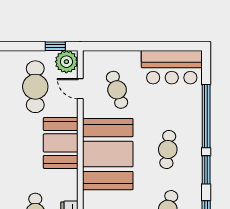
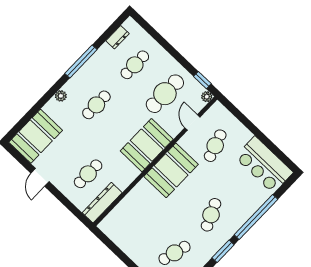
plant: (66, 62) -> (207, 97), width x0.53, depth x0.53
cafe table: (168, 150) -> (211, 215), turned -30
booth: (108, 154) -> (171, 170), width x0.73, depth x0.70

